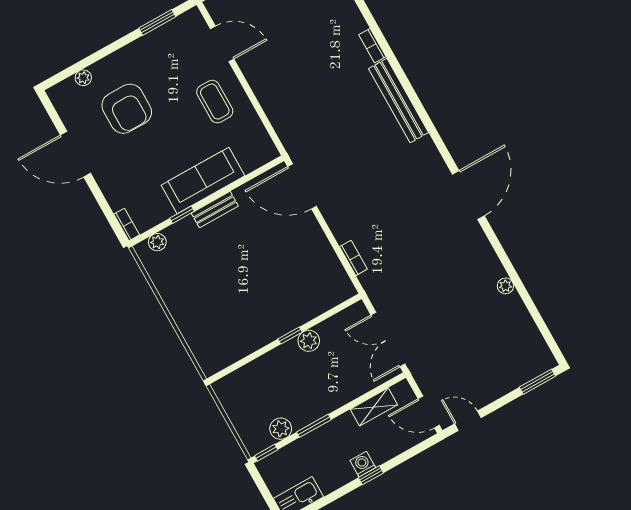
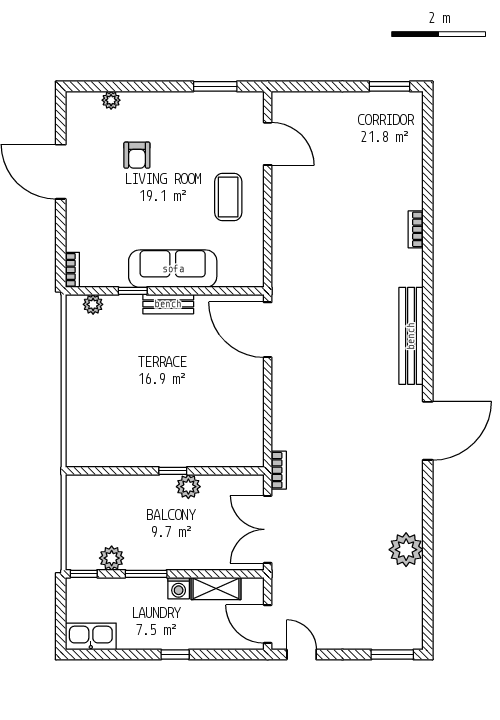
bench: (398, 101) -> (411, 336), moved
armchair: (127, 109) -> (137, 155), width x0.53, depth x0.53
bookcase: (353, 258) -> (279, 470), moved
plant: (505, 286) -> (406, 550), width x1.88, depth x1.88
washing machine: (363, 464) -> (179, 588), moved, turned 180

